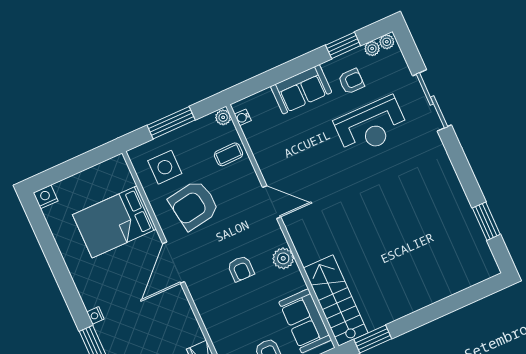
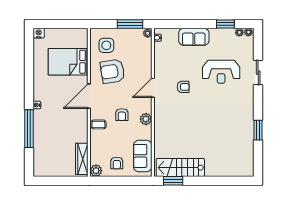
armchair: (351, 81) -> (183, 87), moved
sliding door: (432, 100) -> (258, 73), width x0.73
window: (171, 123) -> (130, 24), moved
coffee table: (228, 154) -> (98, 124), moved
door: (272, 202) -> (153, 88), swing flipped
window: (486, 221) -> (258, 130), moved
stairs: (336, 300) -> (180, 168), moved, turned -90

